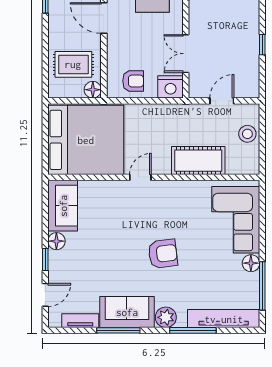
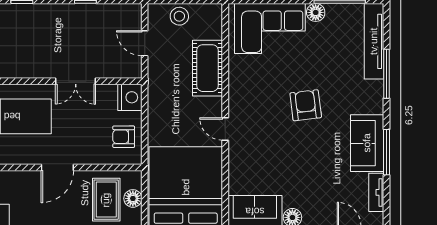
double door: (186, 54) -> (76, 81), moved
armchair: (133, 81) -> (124, 137), turned -90
floor lamp: (93, 90) -> (133, 198), moved
plant: (166, 317) -> (373, 102), removed

